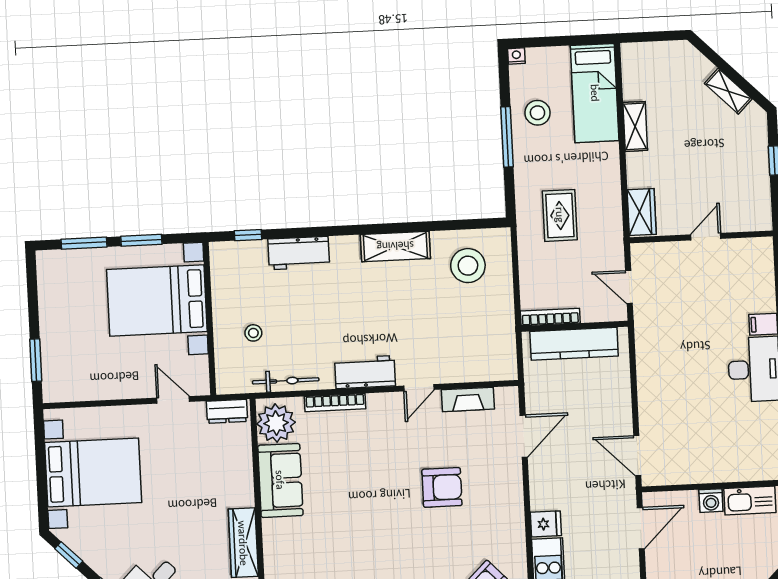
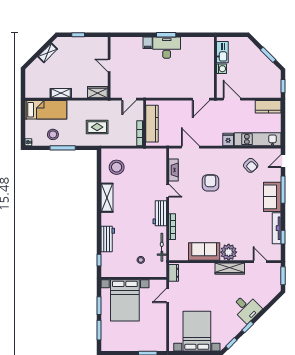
plant: (276, 423) -> (229, 252), moved

